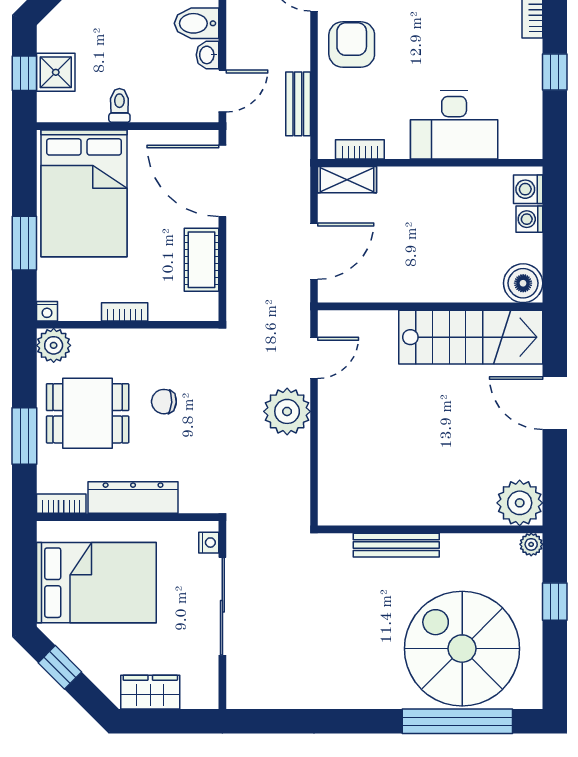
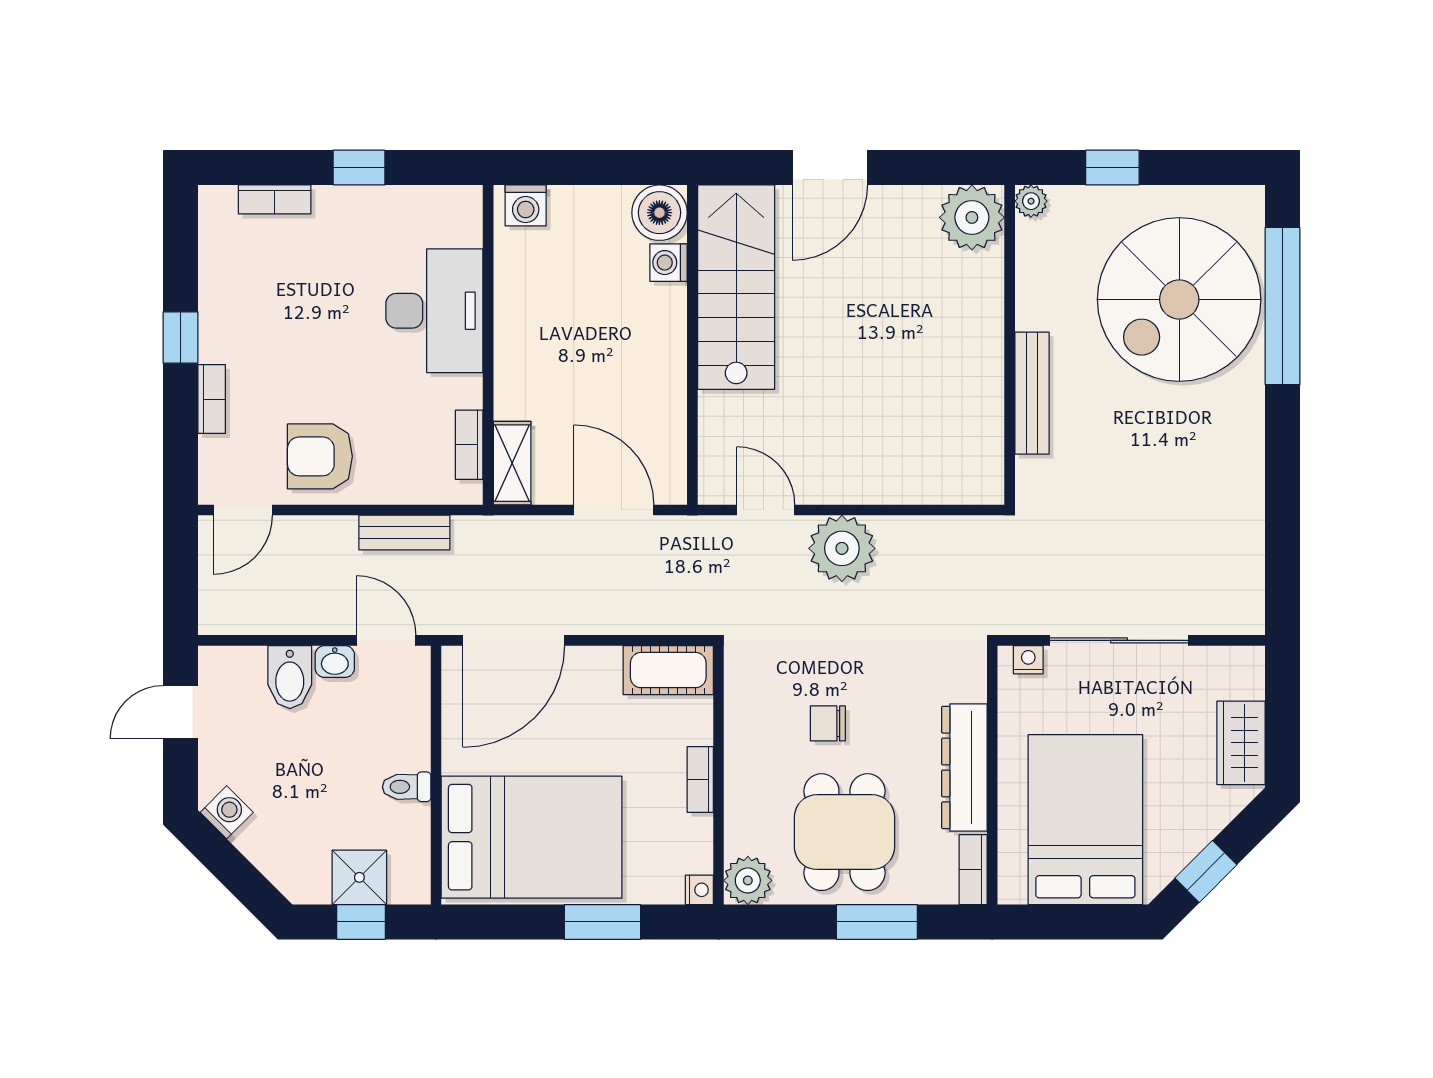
washing machine: (529, 219) -> (668, 263), moved, turned 90
cot: (201, 260) -> (668, 670), moved
chair: (164, 402) -> (828, 723), turned 86

